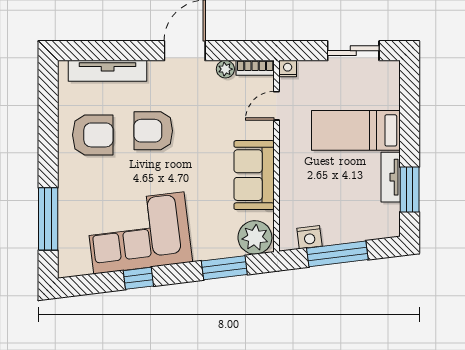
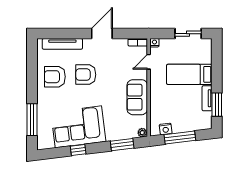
plant: (225, 69) -> (123, 43), removed
armchair: (93, 135) -> (55, 77), turned 180
plant: (255, 237) -> (142, 133), width x0.53, depth x0.53

